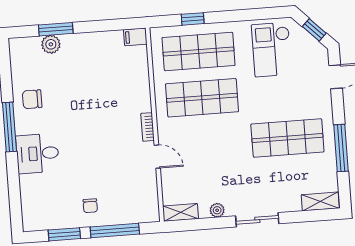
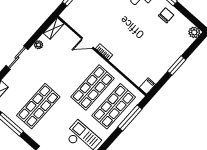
window: (193, 19) -> (130, 118), width x2.17
window: (56, 29) -> (177, 65), moved
plant: (51, 44) -> (194, 32), moved

